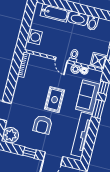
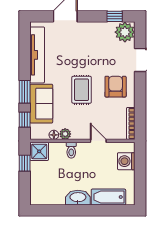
bidet: (92, 23) -> (58, 196), removed
door: (62, 60) -> (98, 141), moved
armchair: (43, 125) -> (116, 87), moved
window: (30, 153) -> (115, 16), moved

